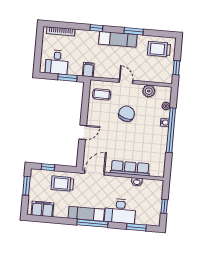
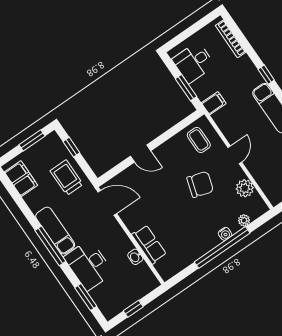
row of seats: (130, 168) -> (149, 244), width x0.68

